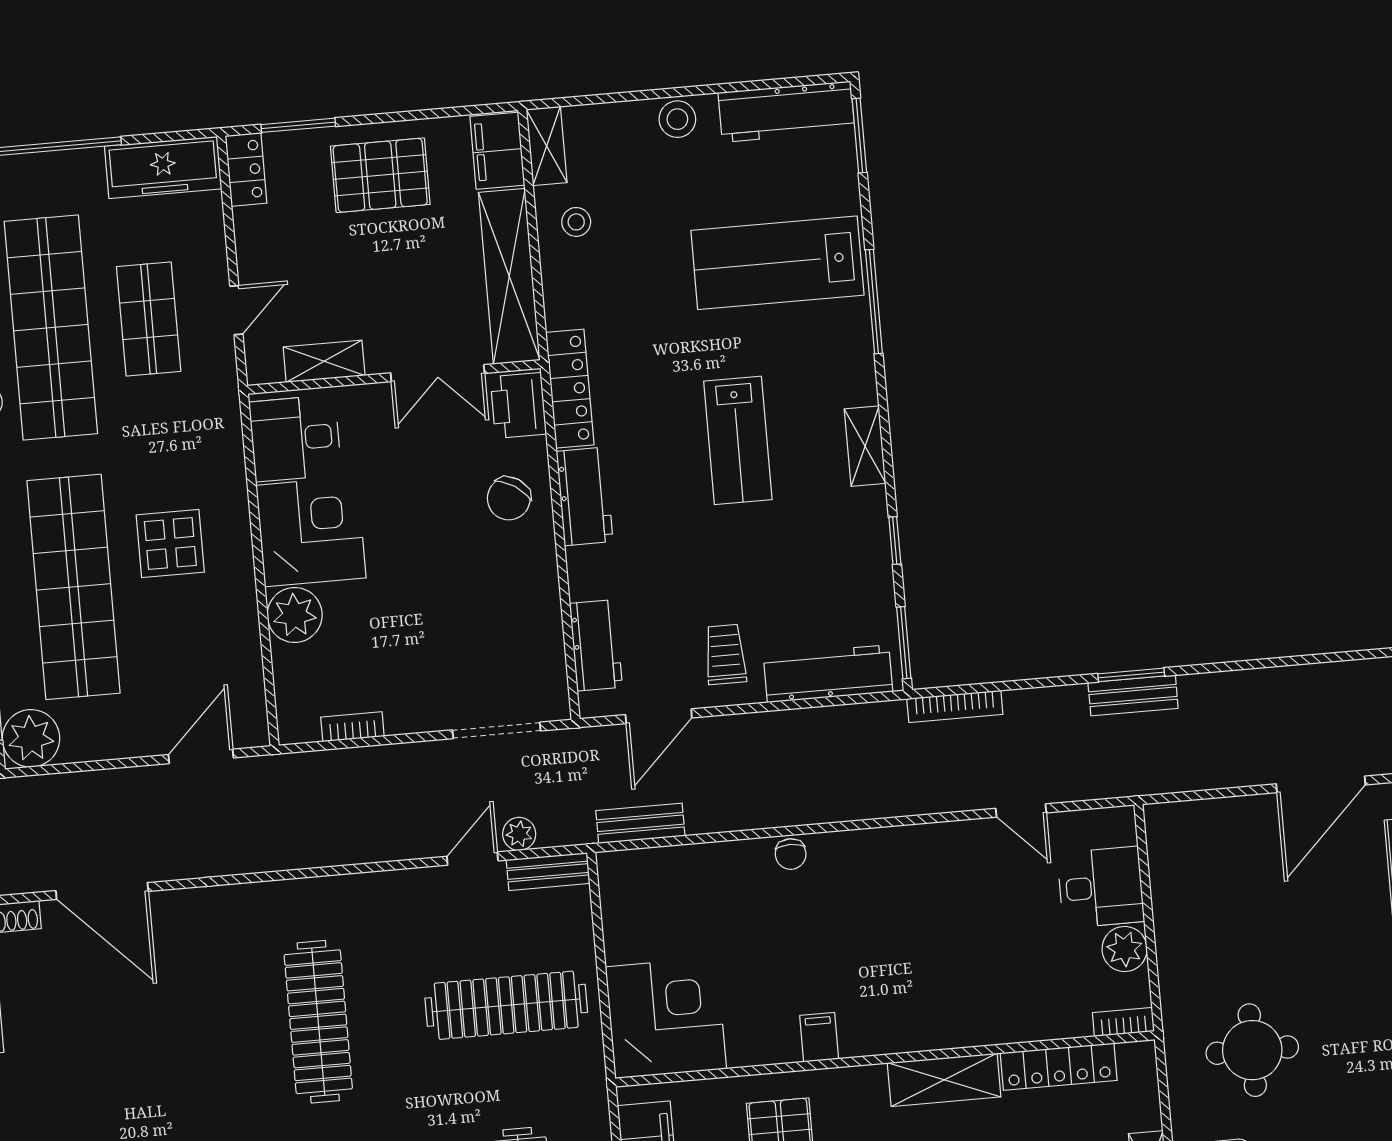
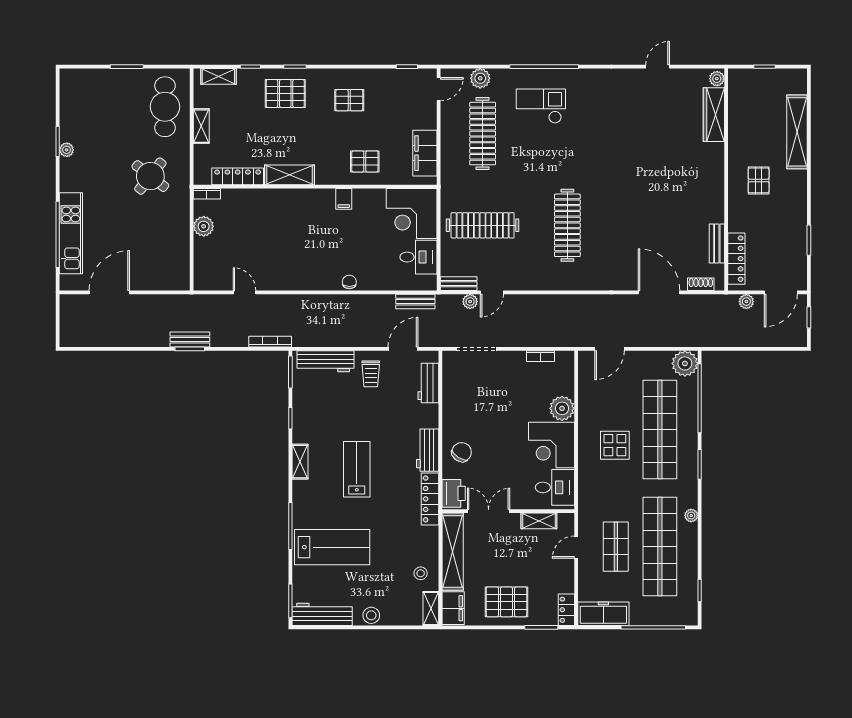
desk: (1101, 887) -> (418, 257), moved, turned 180
round table: (1252, 1050) -> (150, 176), turned 38

